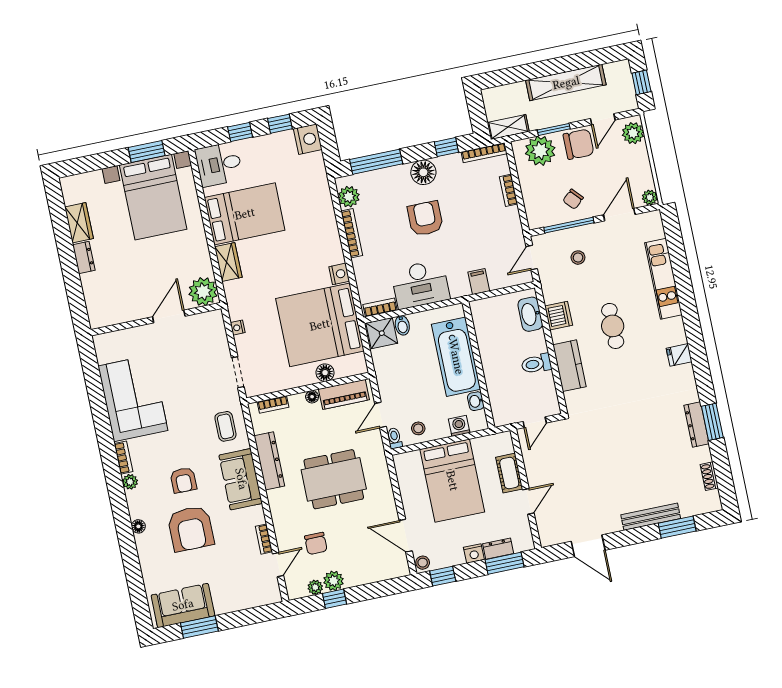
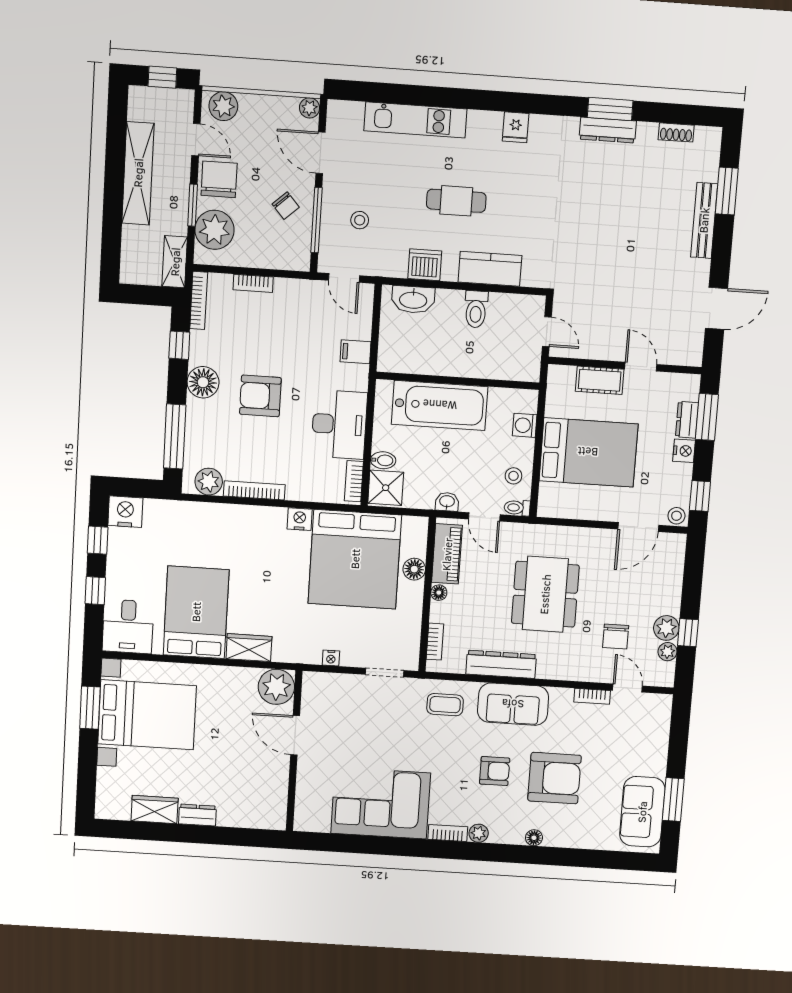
washbasin: (476, 401) -> (447, 502), moved, turned 180
chair: (316, 543) -> (616, 637), turned 90

